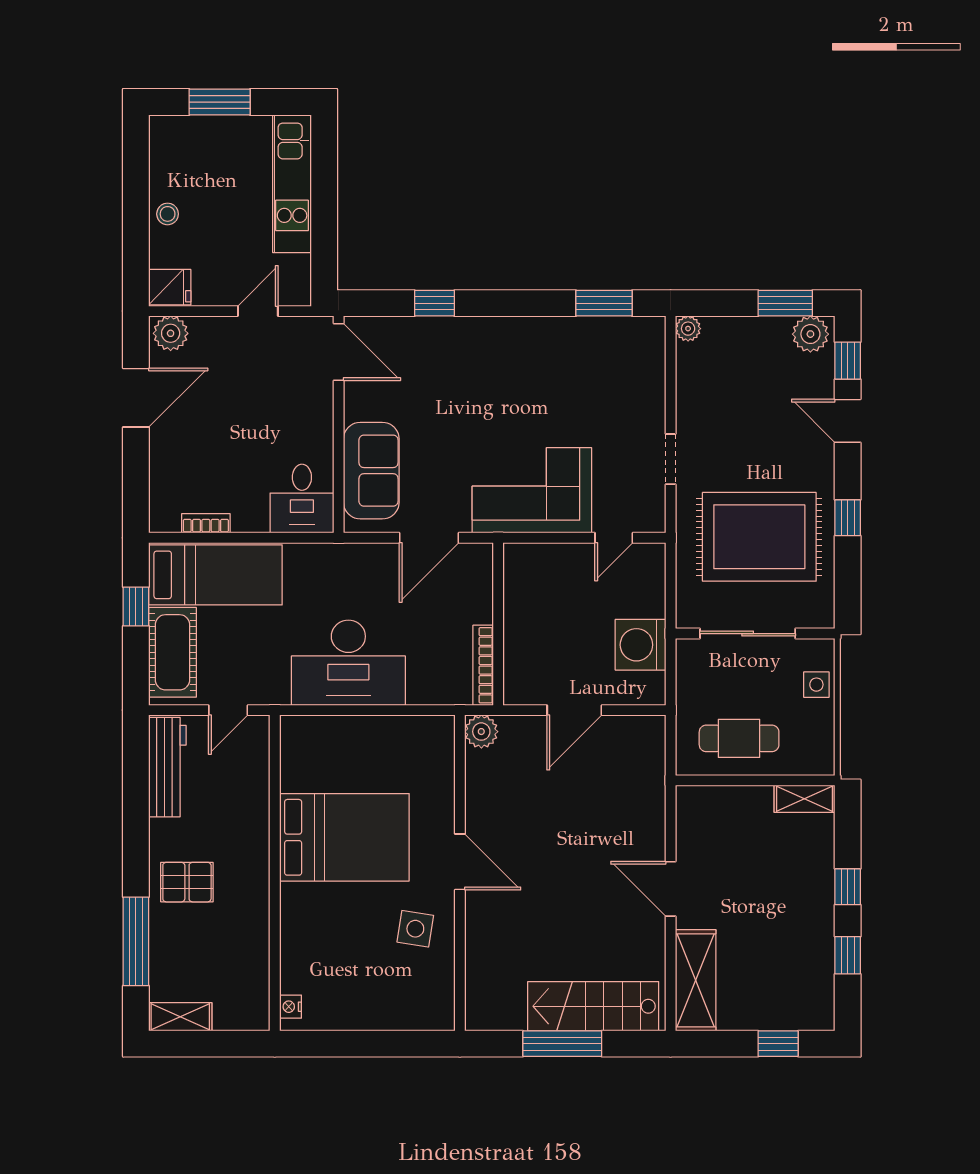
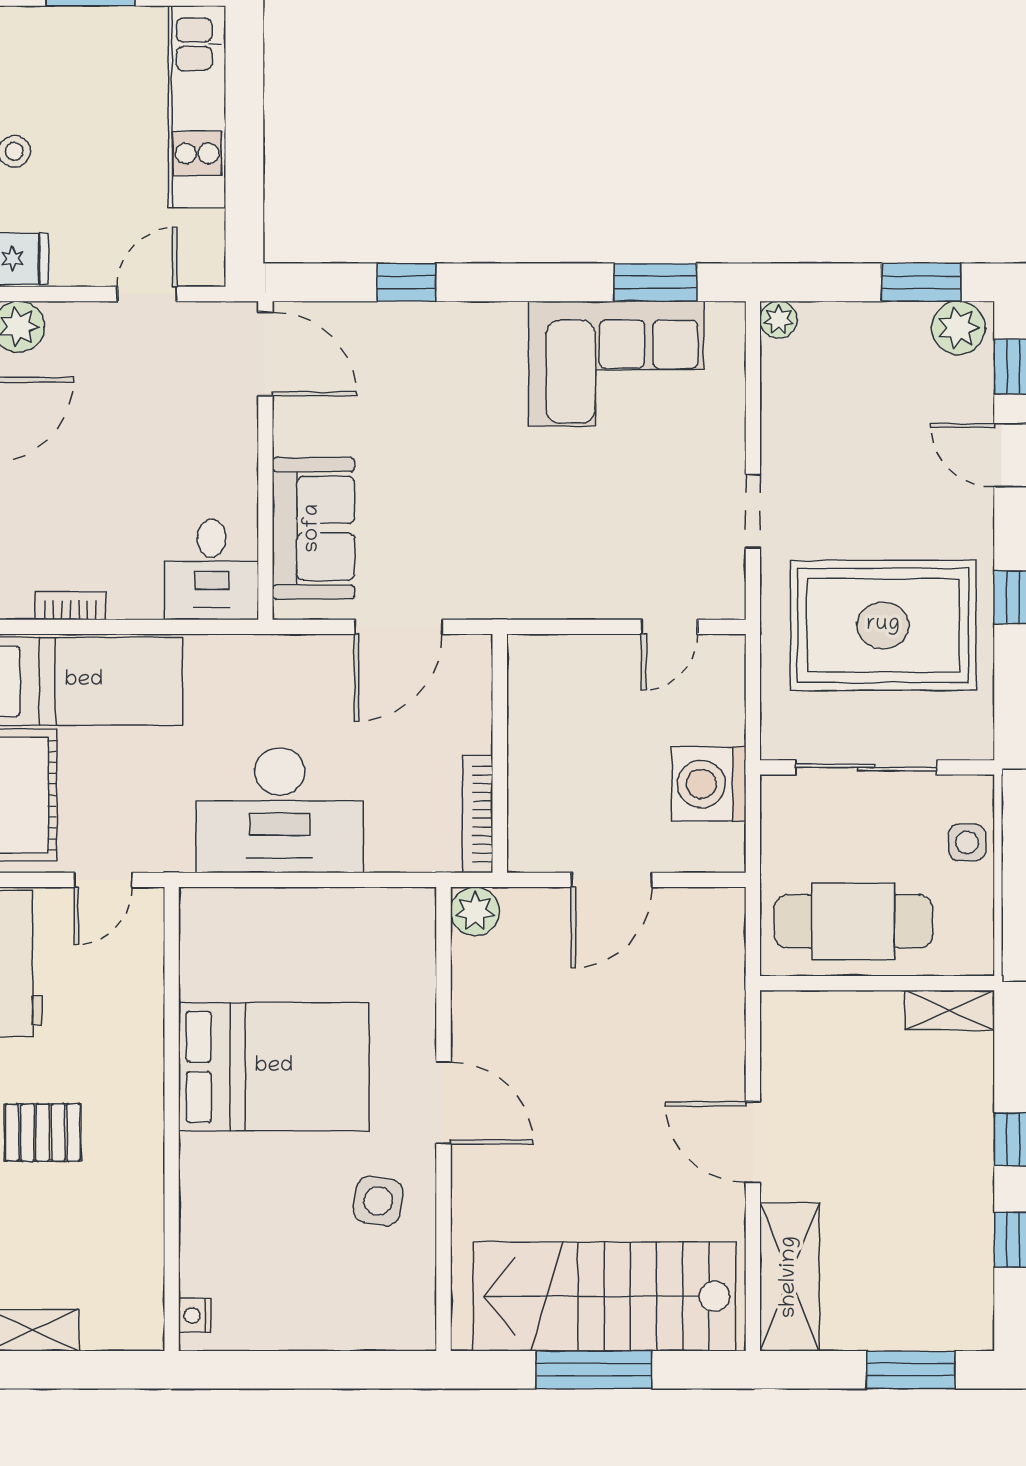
corner sofa: (532, 490) -> (616, 364), moved, turned 180
cafe table: (739, 738) -> (853, 921), width x1.37, depth x1.35
stairs: (593, 1006) -> (604, 1296), width x1.36, depth x1.51
window: (778, 1044) -> (911, 1370), width x1.50

